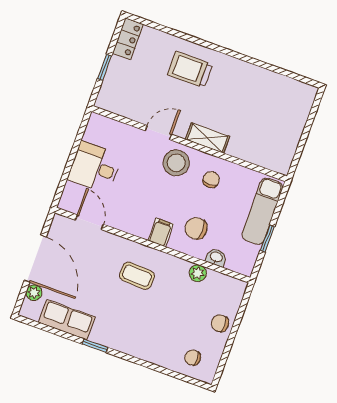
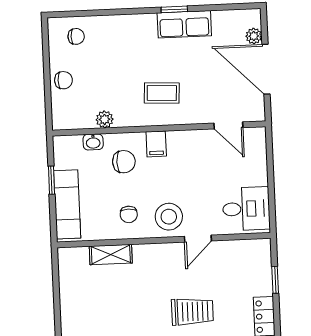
shelving: (207, 138) -> (111, 255), moved
desk: (95, 167) -> (246, 209), moved
row of seats: (67, 320) -> (184, 24), moved

